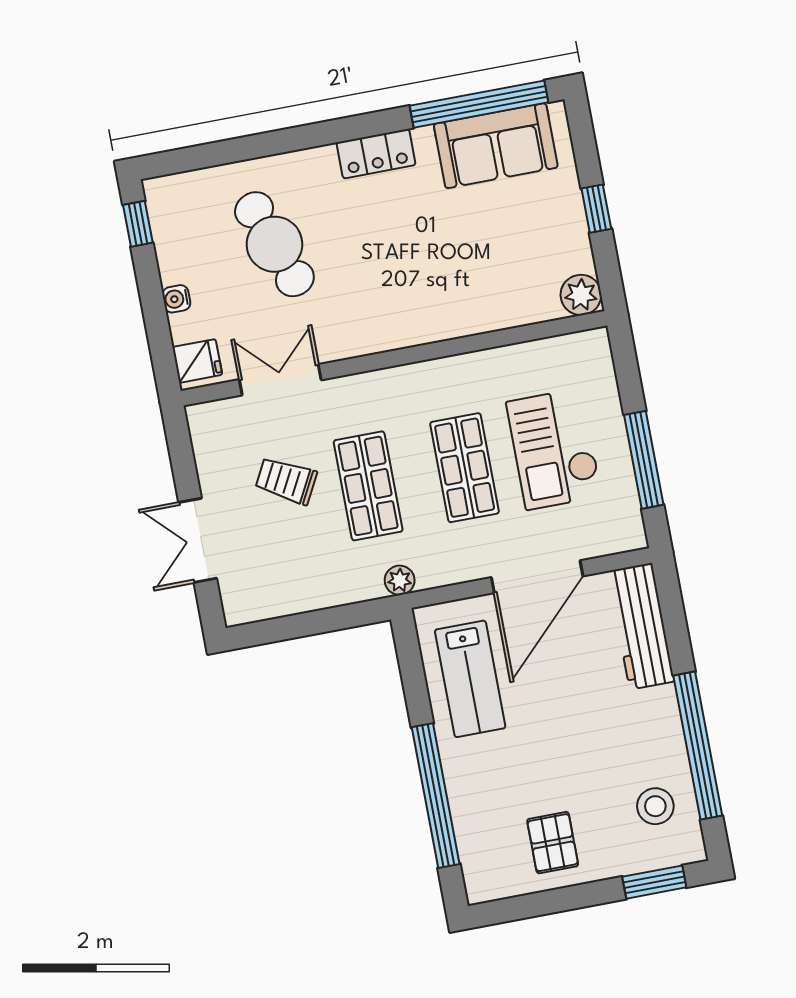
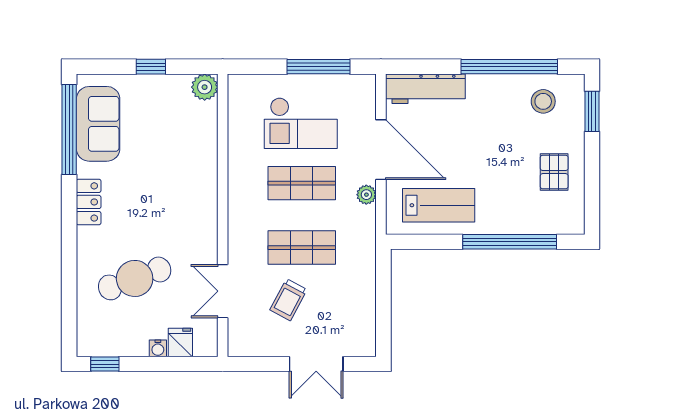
fridge: (197, 361) -> (180, 342), moved
plant: (400, 580) -> (366, 195), moved
pallet: (553, 843) -> (554, 172), turned 90

